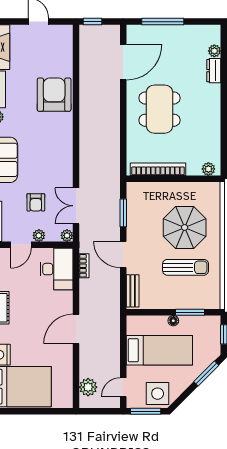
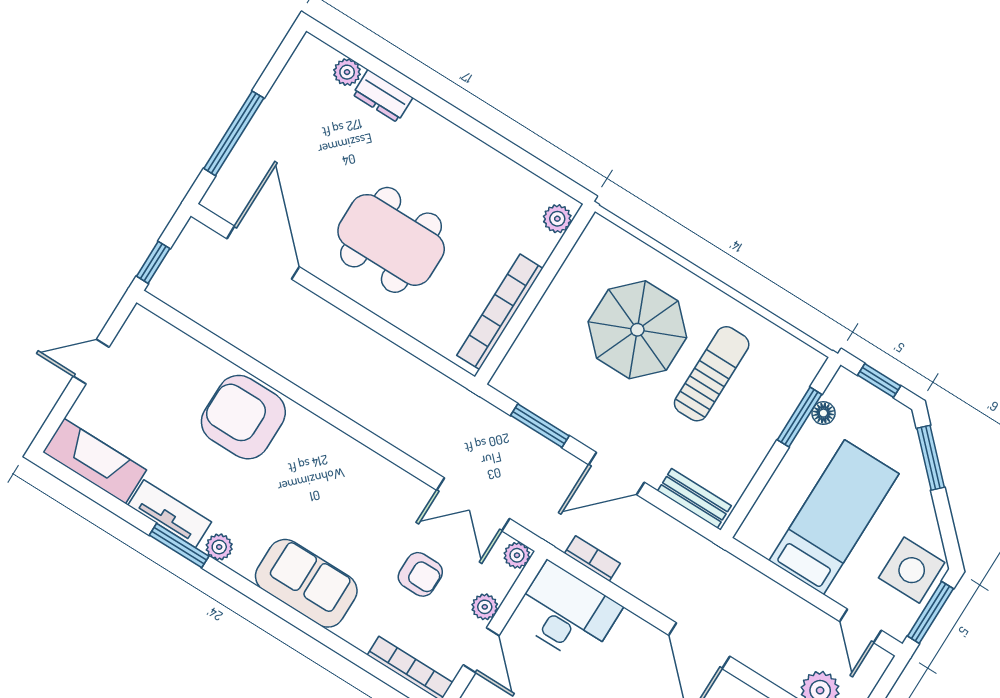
floor lamp: (173, 321) -> (823, 413), moved

